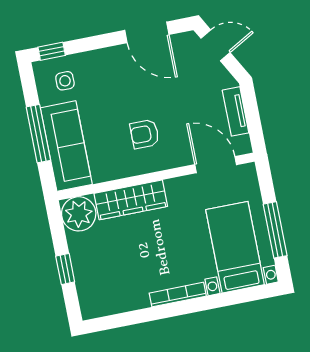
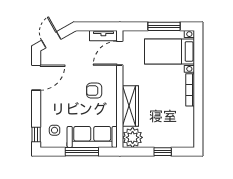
tv unit: (236, 111) -> (103, 36), moved
armchair: (145, 134) -> (94, 91), turned 90

